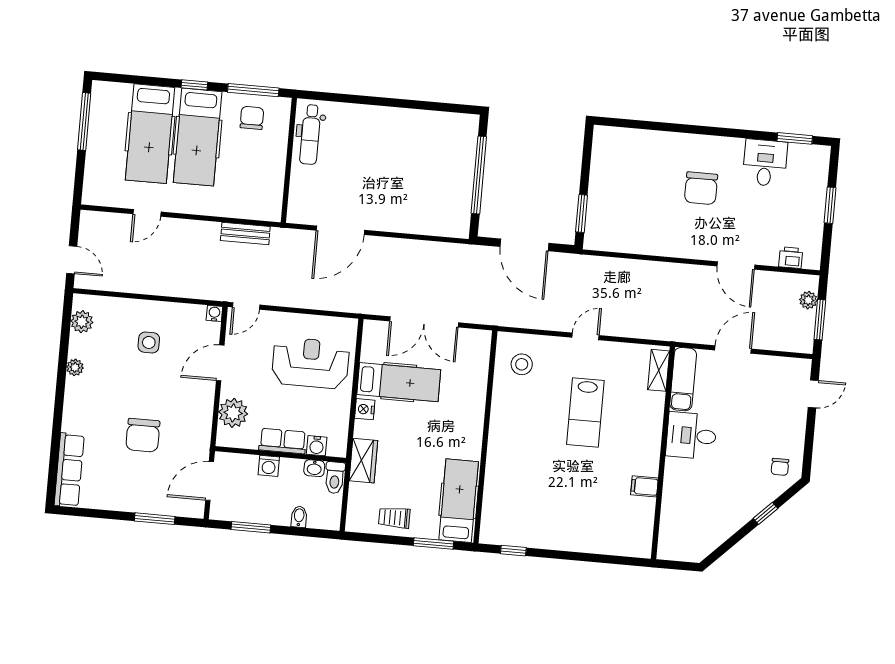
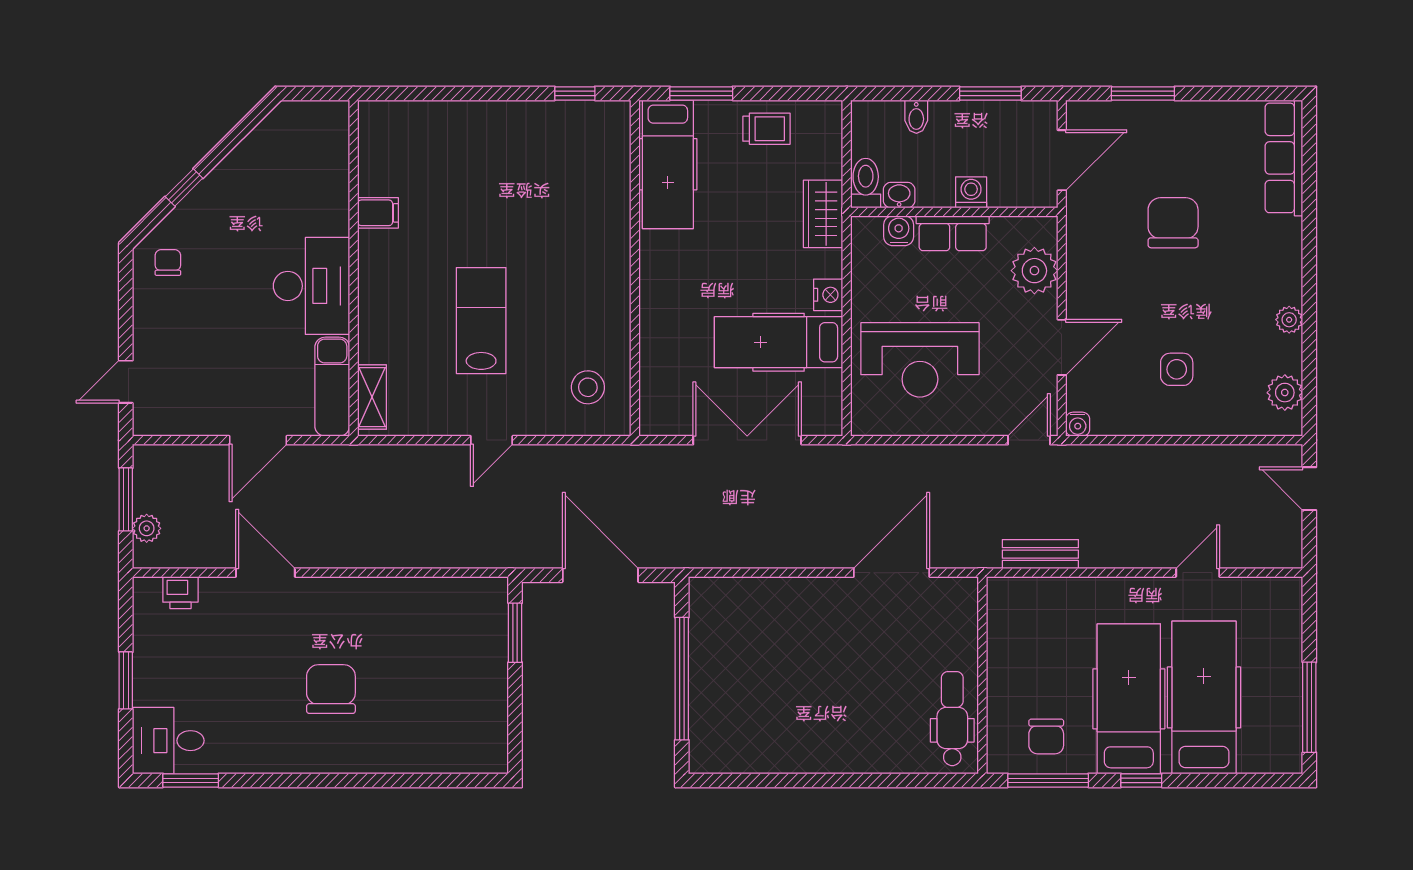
desk: (765, 163) -> (168, 741), moved, turned 90
desk: (691, 436) -> (311, 286), width x1.37

